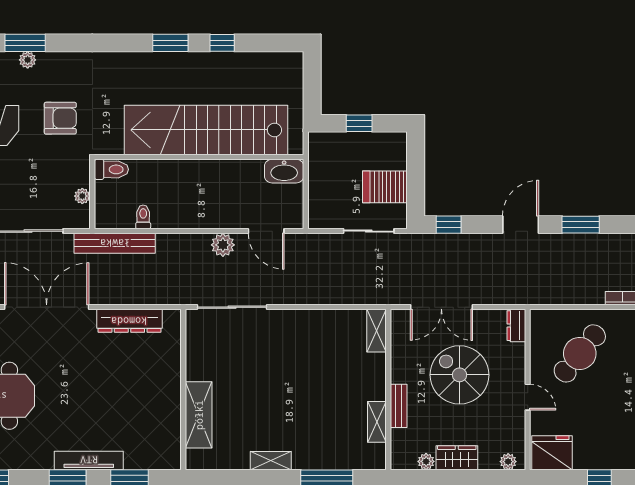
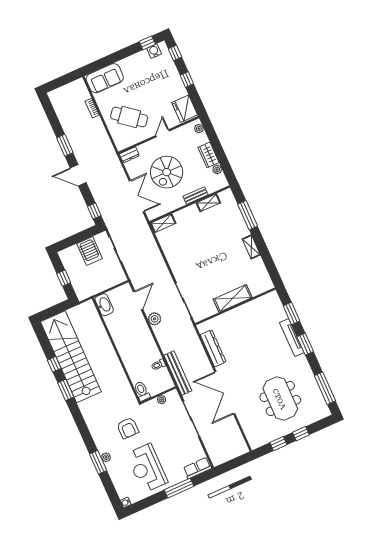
armchair: (60, 118) -> (128, 428), turned 180
stairs: (206, 130) -> (71, 357), moved, turned 180
shelving: (199, 415) -> (233, 298), moved

